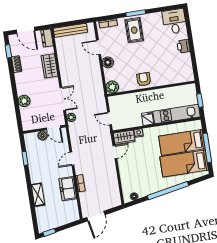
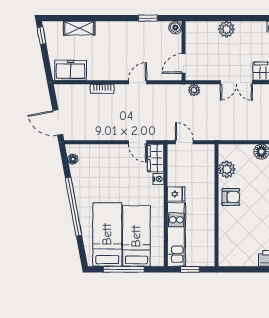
plant: (112, 87) -> (227, 169), moved
double door: (63, 99) -> (236, 82), moved
door: (110, 119) -> (184, 142), hinge flipped
boiler: (42, 136) -> (175, 28), moved
door: (72, 159) -> (138, 82), hinge flipped
freezer: (68, 189) -> (71, 70), moved
shelving: (38, 195) -> (79, 28), moved
door: (96, 216) -> (58, 122), moved

